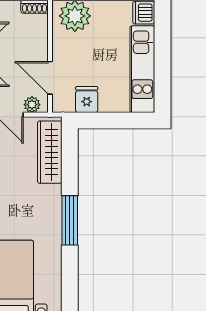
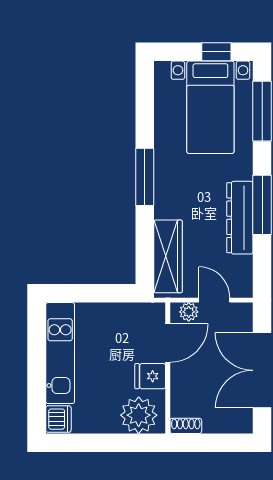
door: (50, 78) -> (168, 343), hinge flipped
fridge: (87, 100) -> (150, 376), moved, turned 90

